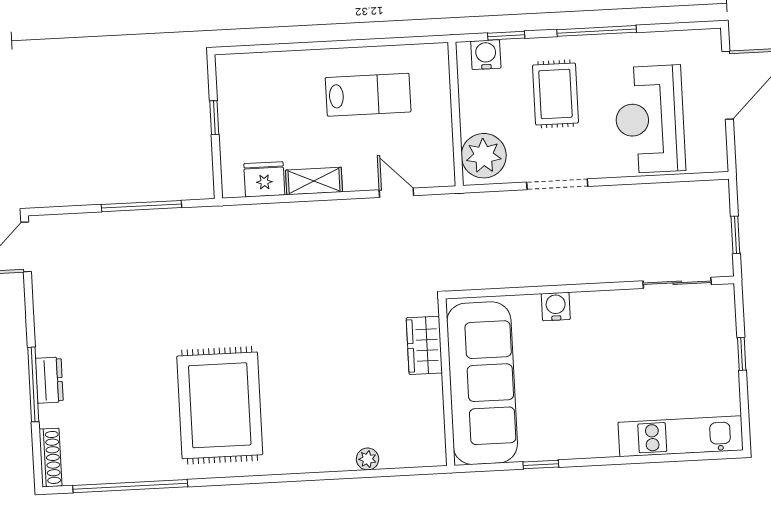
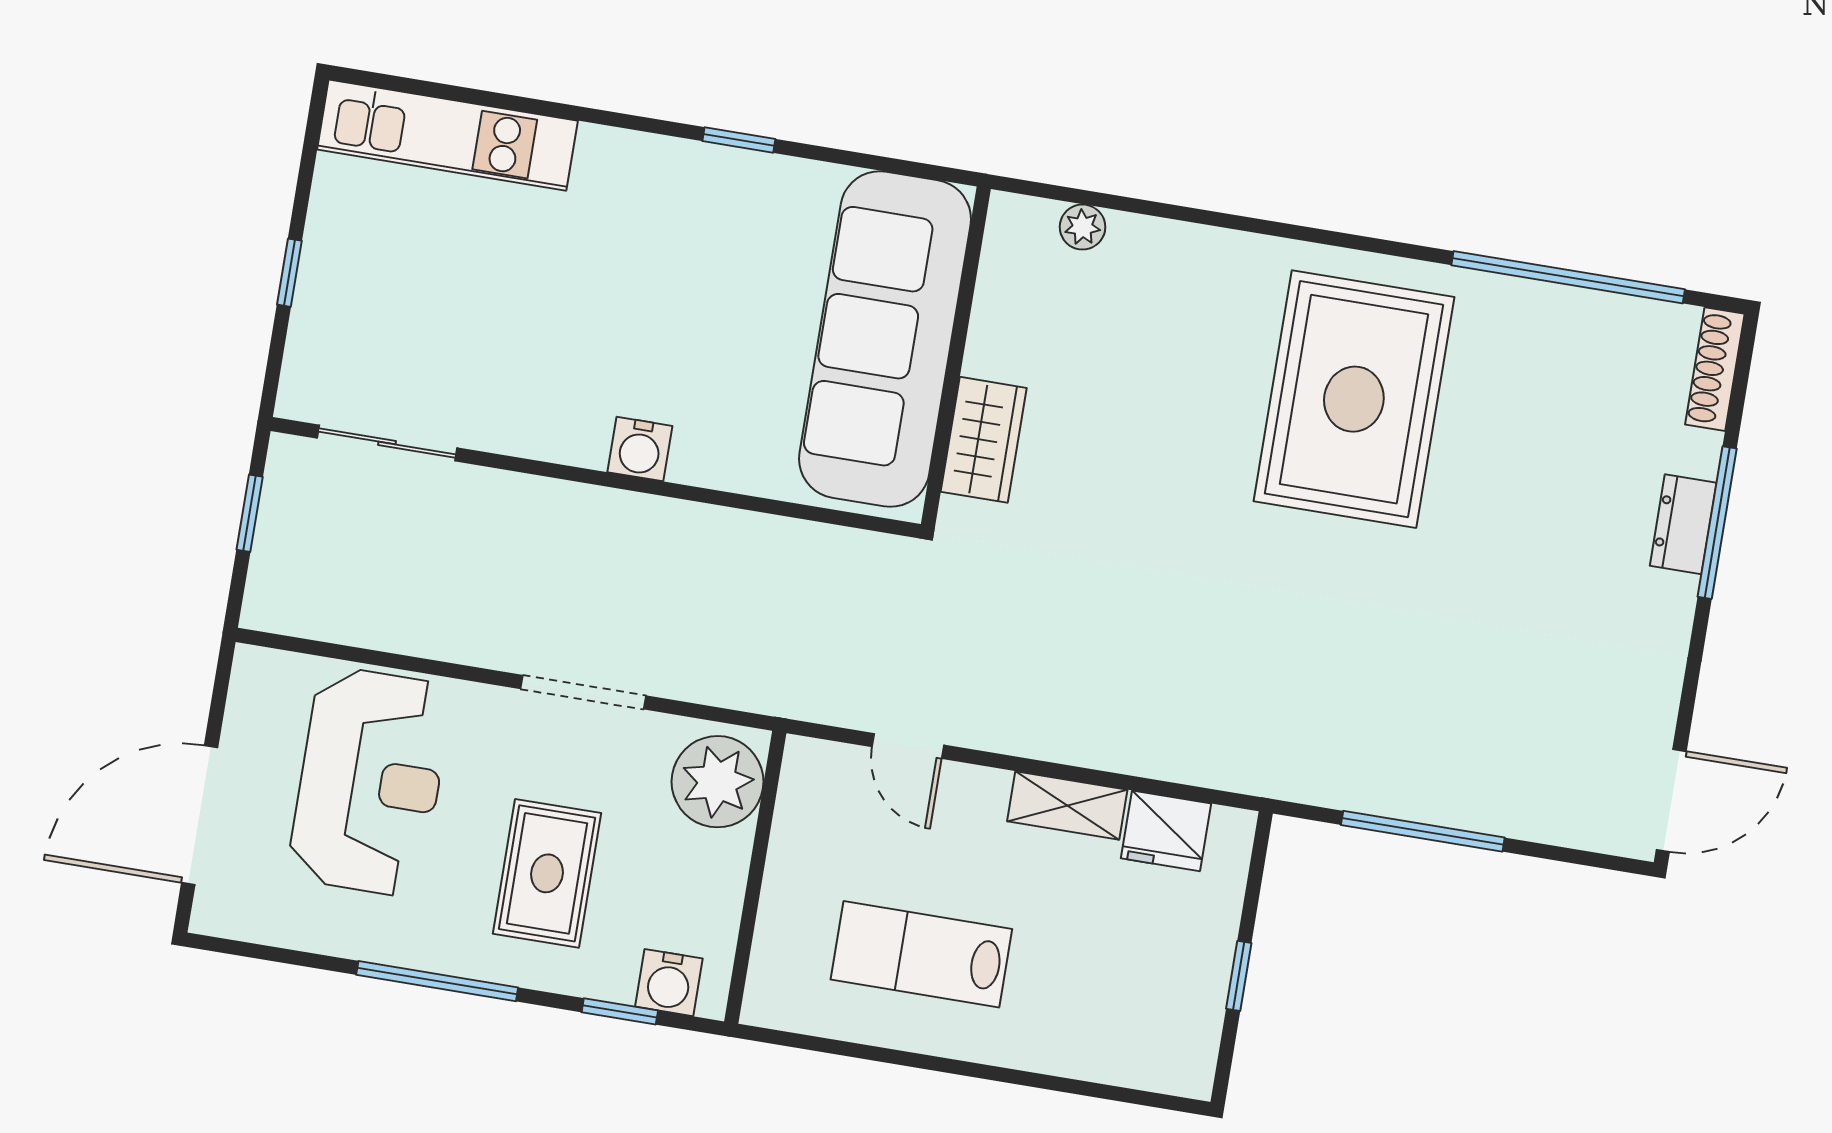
wardrobe: (424, 345) -> (984, 440), moved
wall: (446, 382) -> (956, 357), moved
sofa: (482, 383) -> (885, 339), moved

